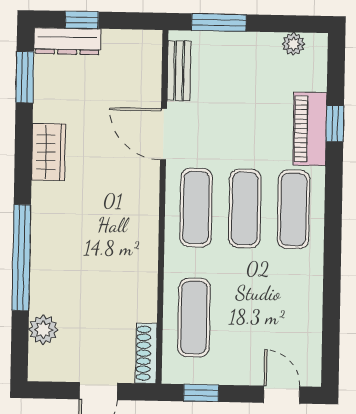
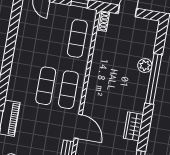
exercise mat: (294, 209) -> (23, 82), removed
plant: (43, 330) -> (145, 66), moved
shoe rack: (146, 353) -> (103, 21), width x0.70

